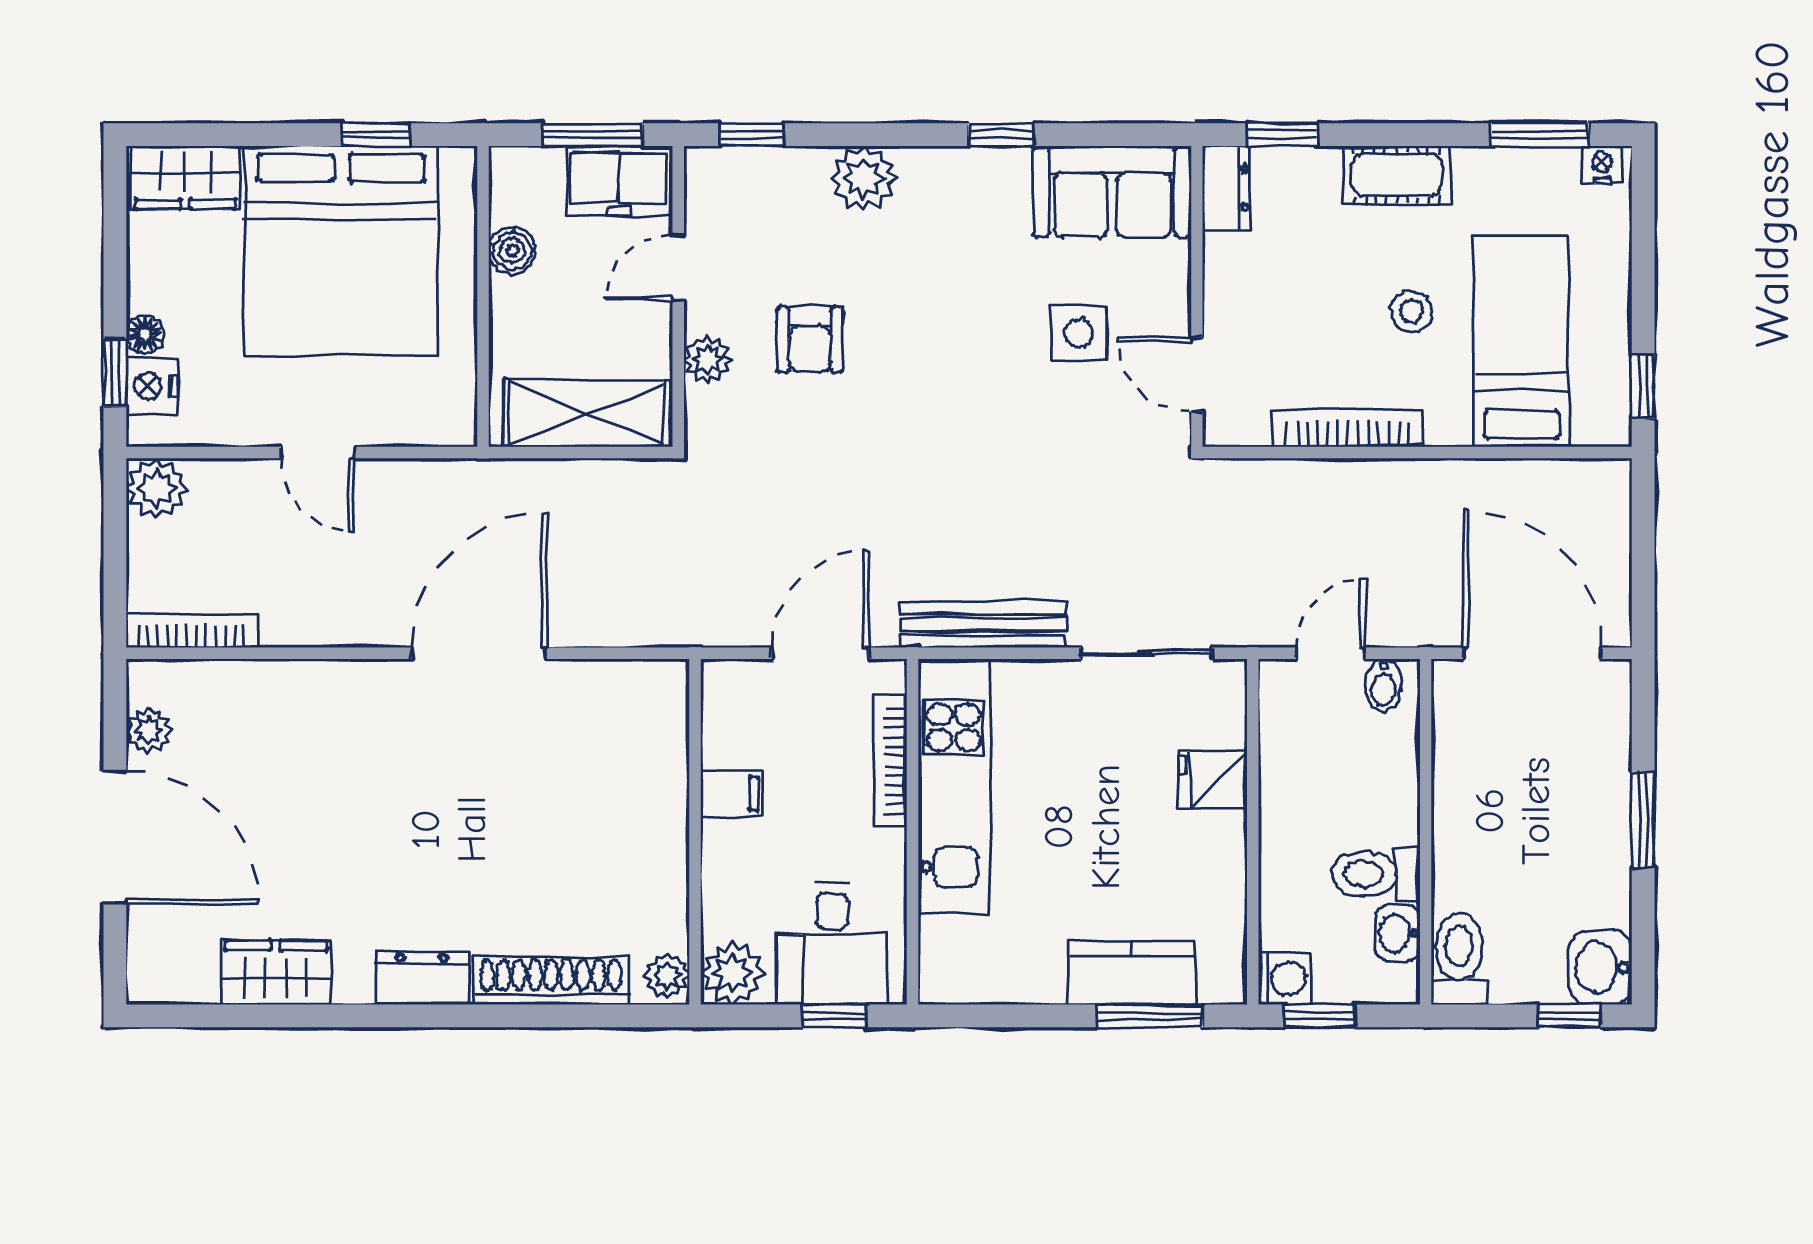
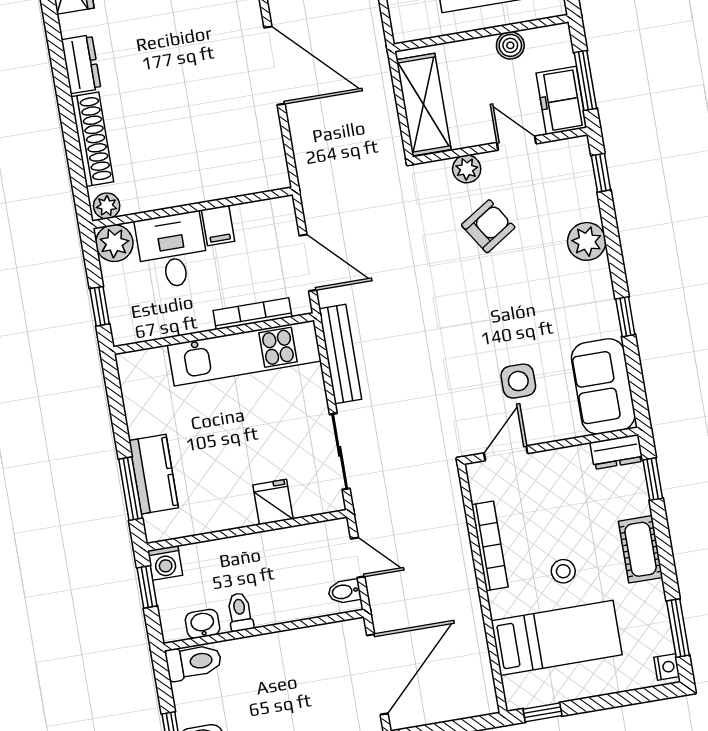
armchair: (810, 339) -> (488, 226), turned 147
toilet: (1376, 874) -> (240, 612), width x0.73, depth x0.72
desk: (832, 944) -> (172, 251), moved, turned 90

